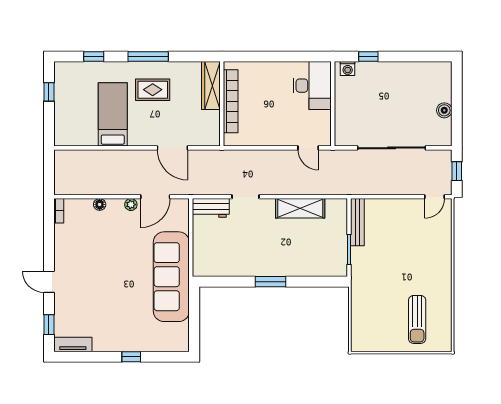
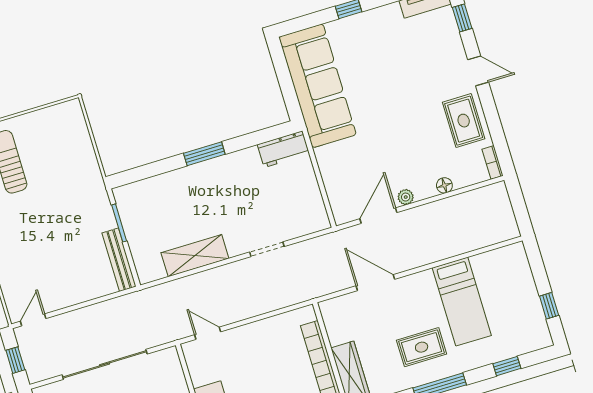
workbench: (211, 208) -> (283, 149), moved, turned 180
rug: (71, 248) -> (464, 121), added
sofa: (171, 277) -> (318, 86), moved

